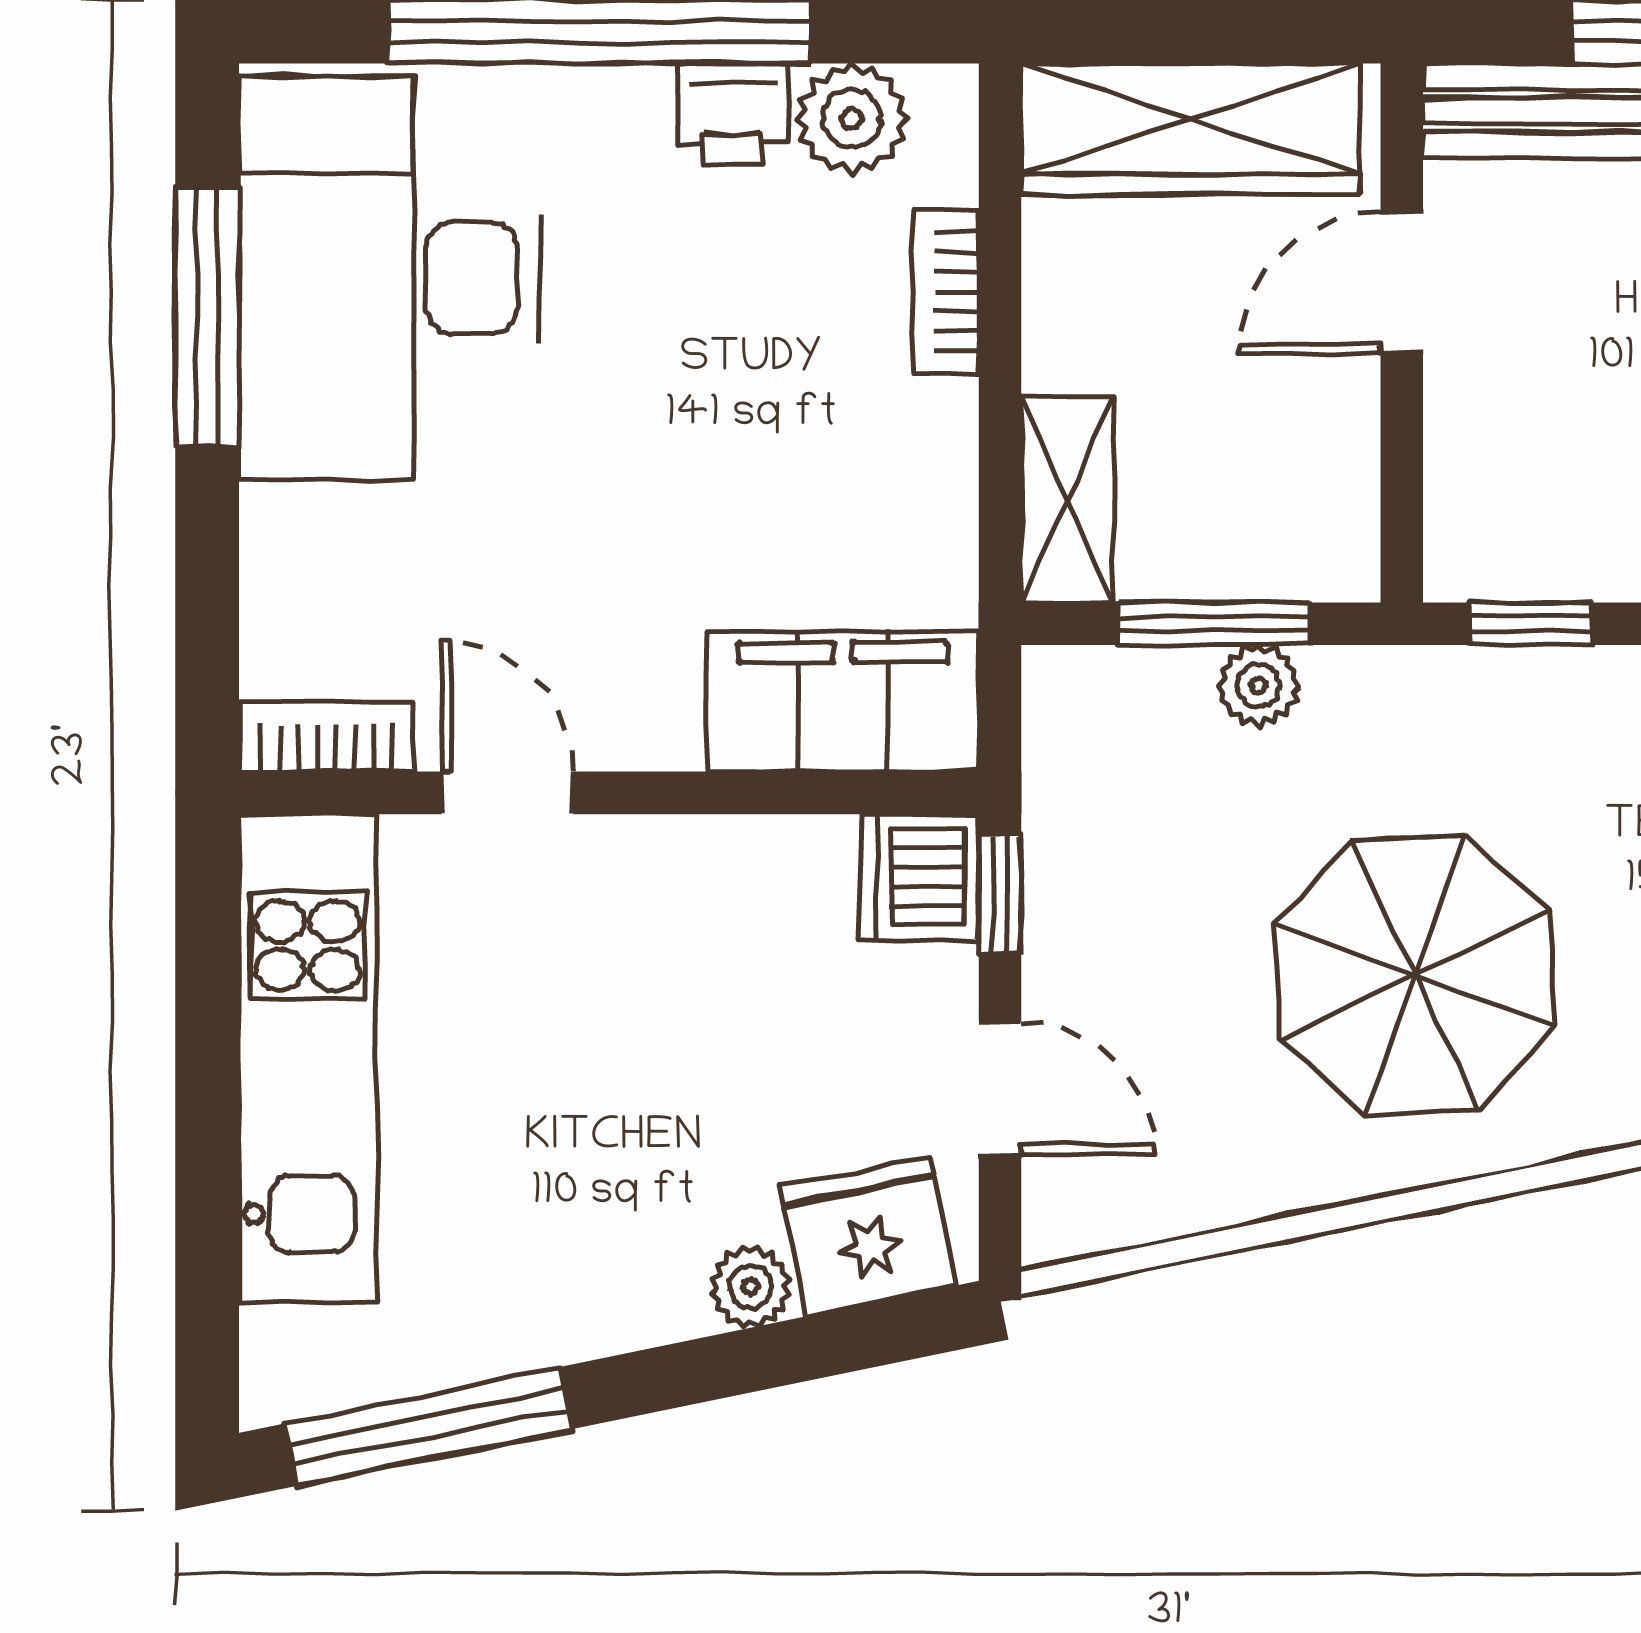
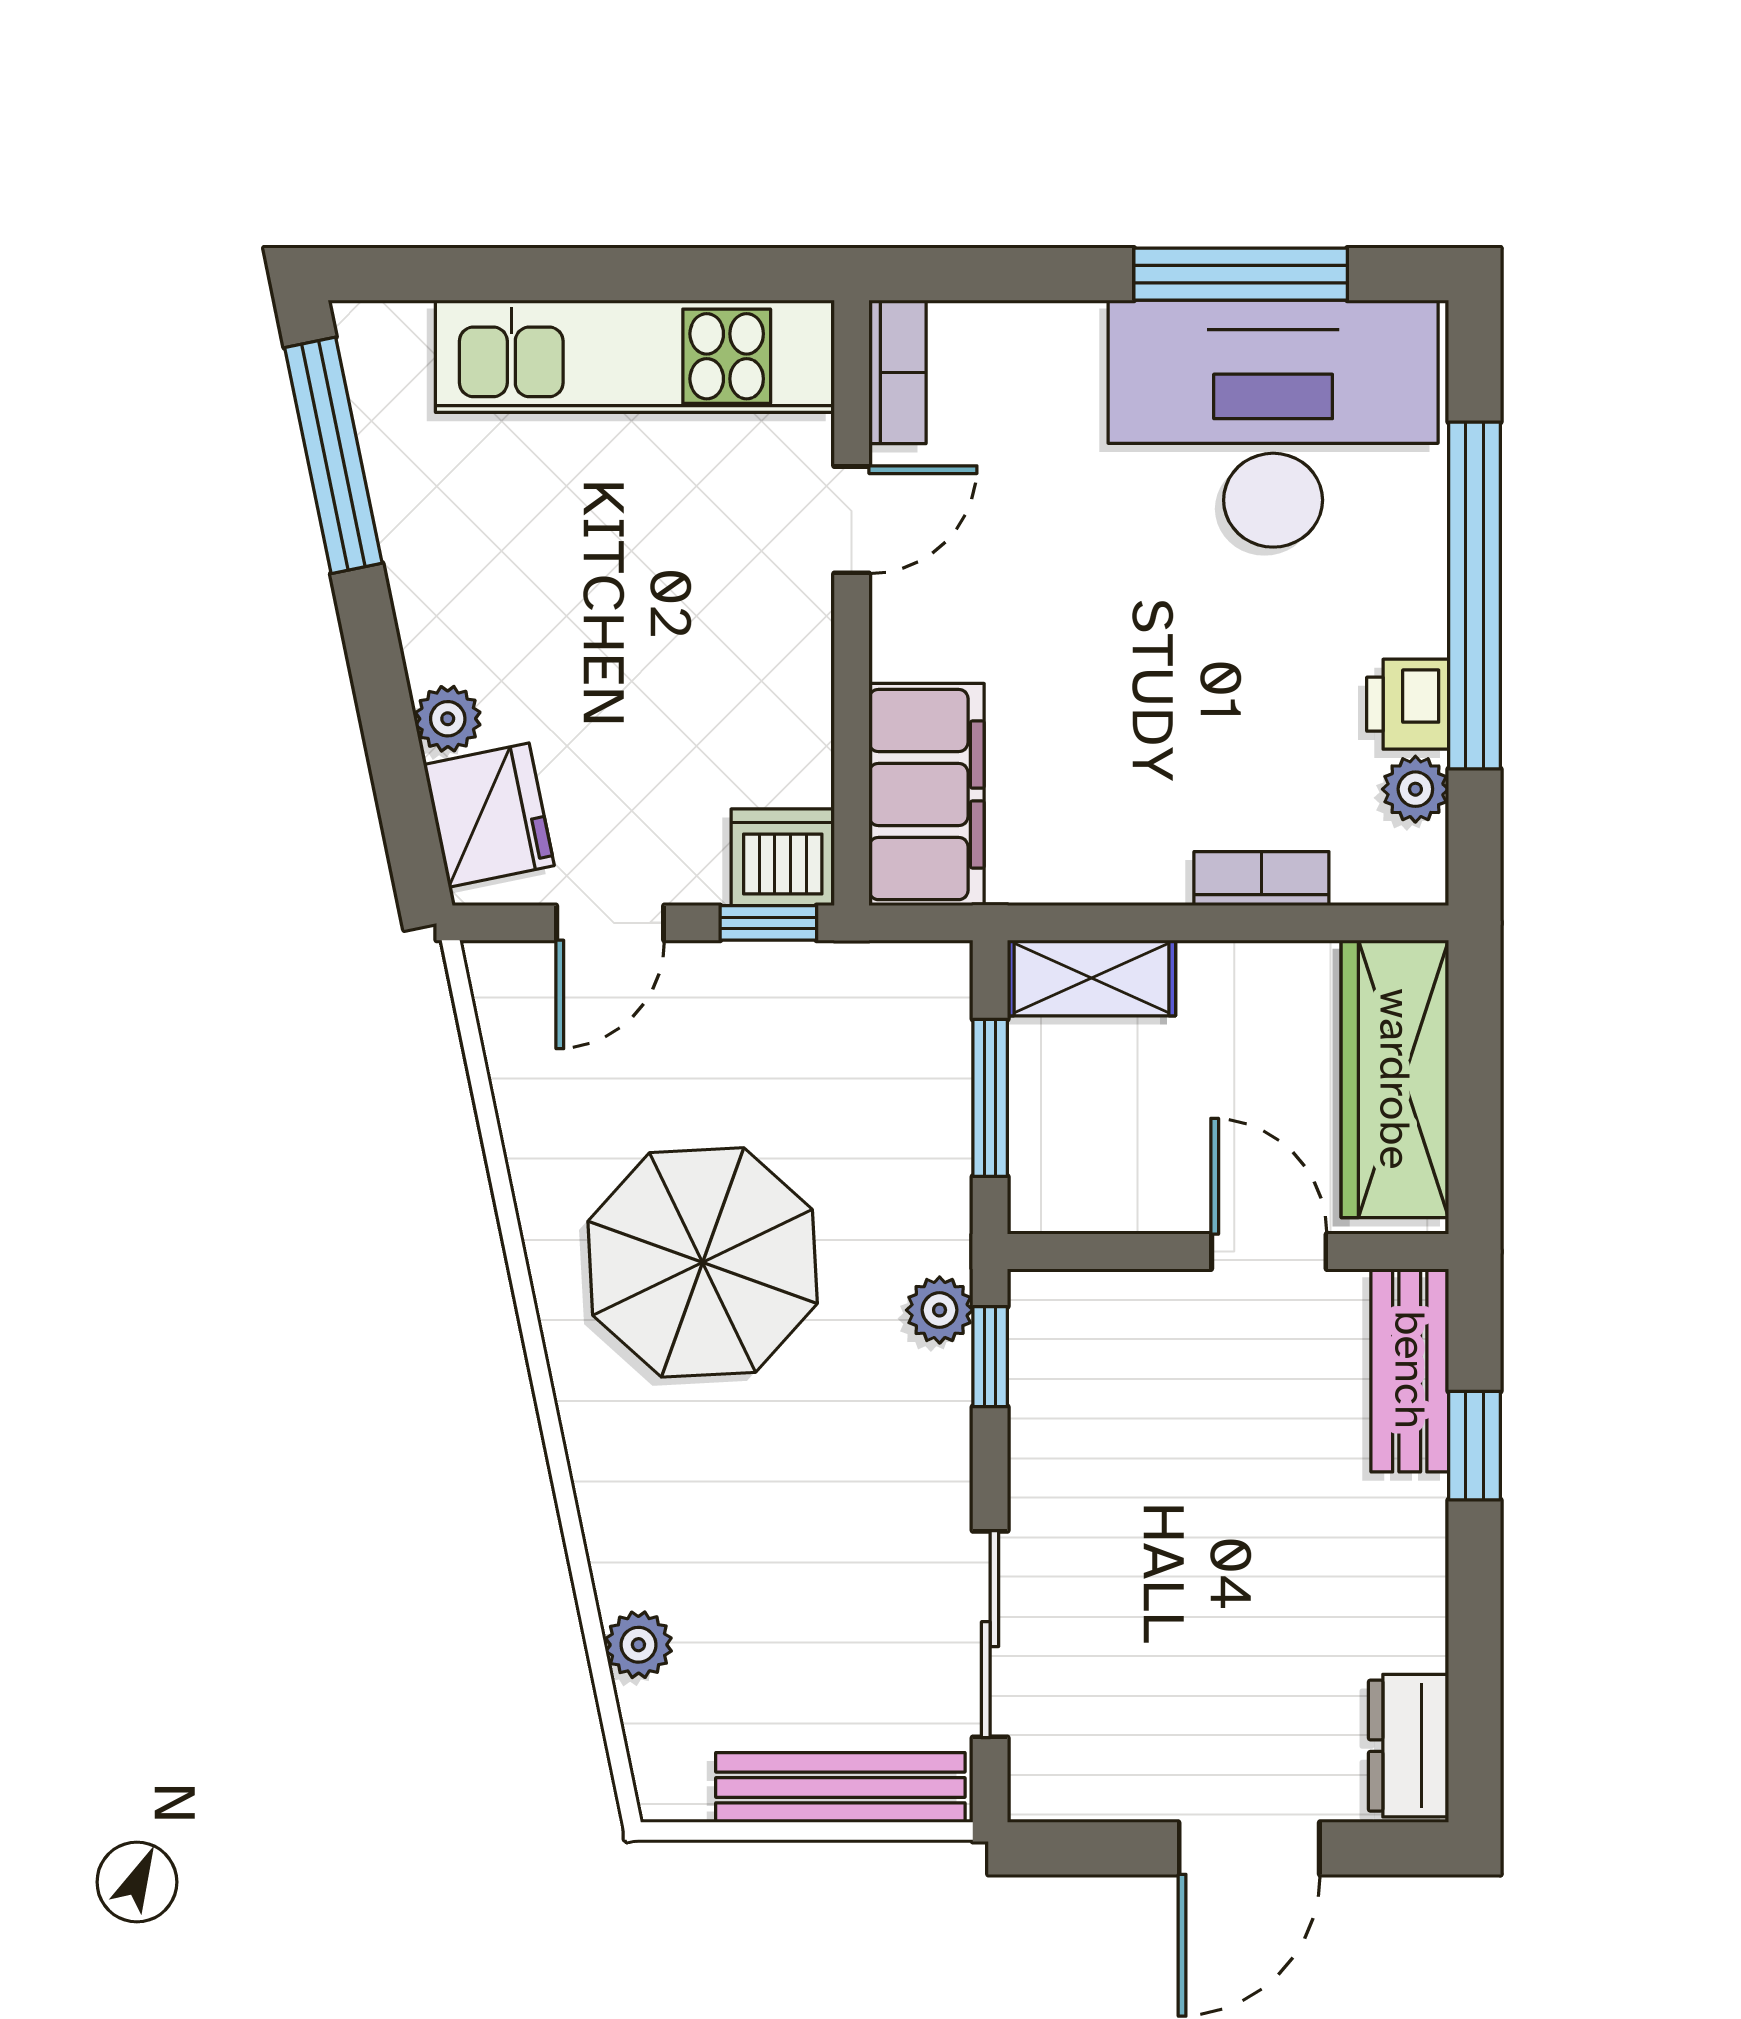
plant: (852, 119) -> (1415, 789), width x0.73, depth x0.73
plant: (1259, 686) -> (940, 1310), moved

